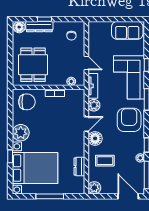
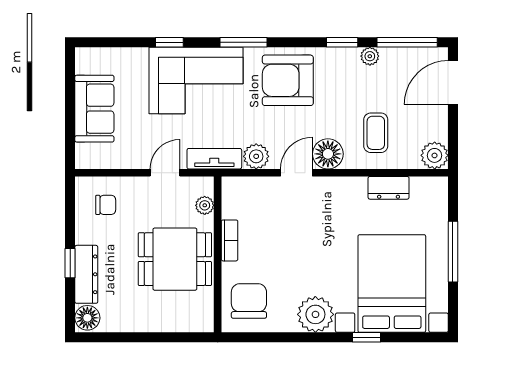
sofa: (127, 30) -> (94, 109), moved
dining table: (33, 65) -> (175, 259), moved
door: (86, 124) -> (296, 173), hinge flipped

